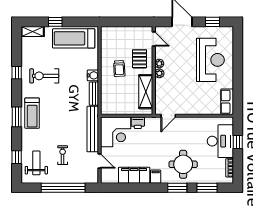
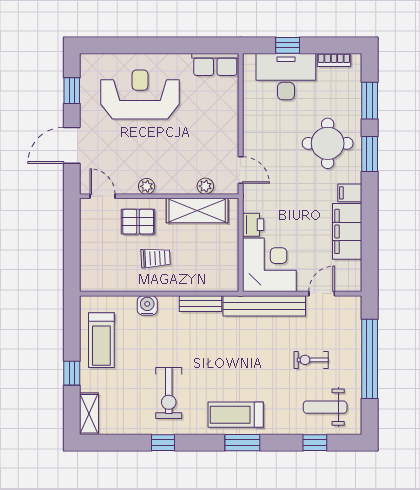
treadmill: (74, 38) -> (101, 340), width x0.73, depth x0.73
door: (154, 39) -> (102, 196), hinge flipped
plant: (159, 73) -> (205, 186), moved
water cooler: (93, 75) -> (147, 305), moved
treadmill: (32, 113) -> (236, 415), turned 180

